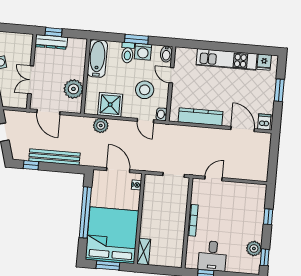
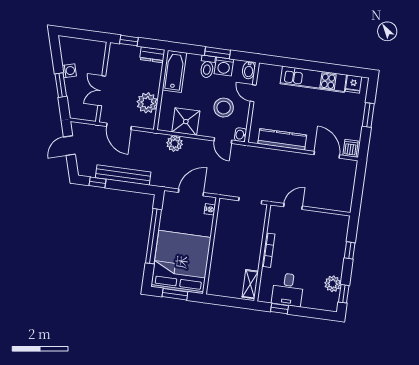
dresser: (51, 42) -> (152, 55), moved, width x0.70
door: (118, 170) -> (191, 192), hinge flipped
shelving: (144, 252) -> (250, 284), moved

